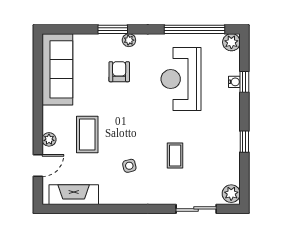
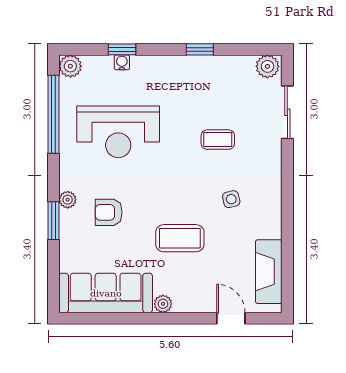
coffee table: (87, 134) -> (180, 238), moved
plant: (49, 139) -> (163, 304), moved

